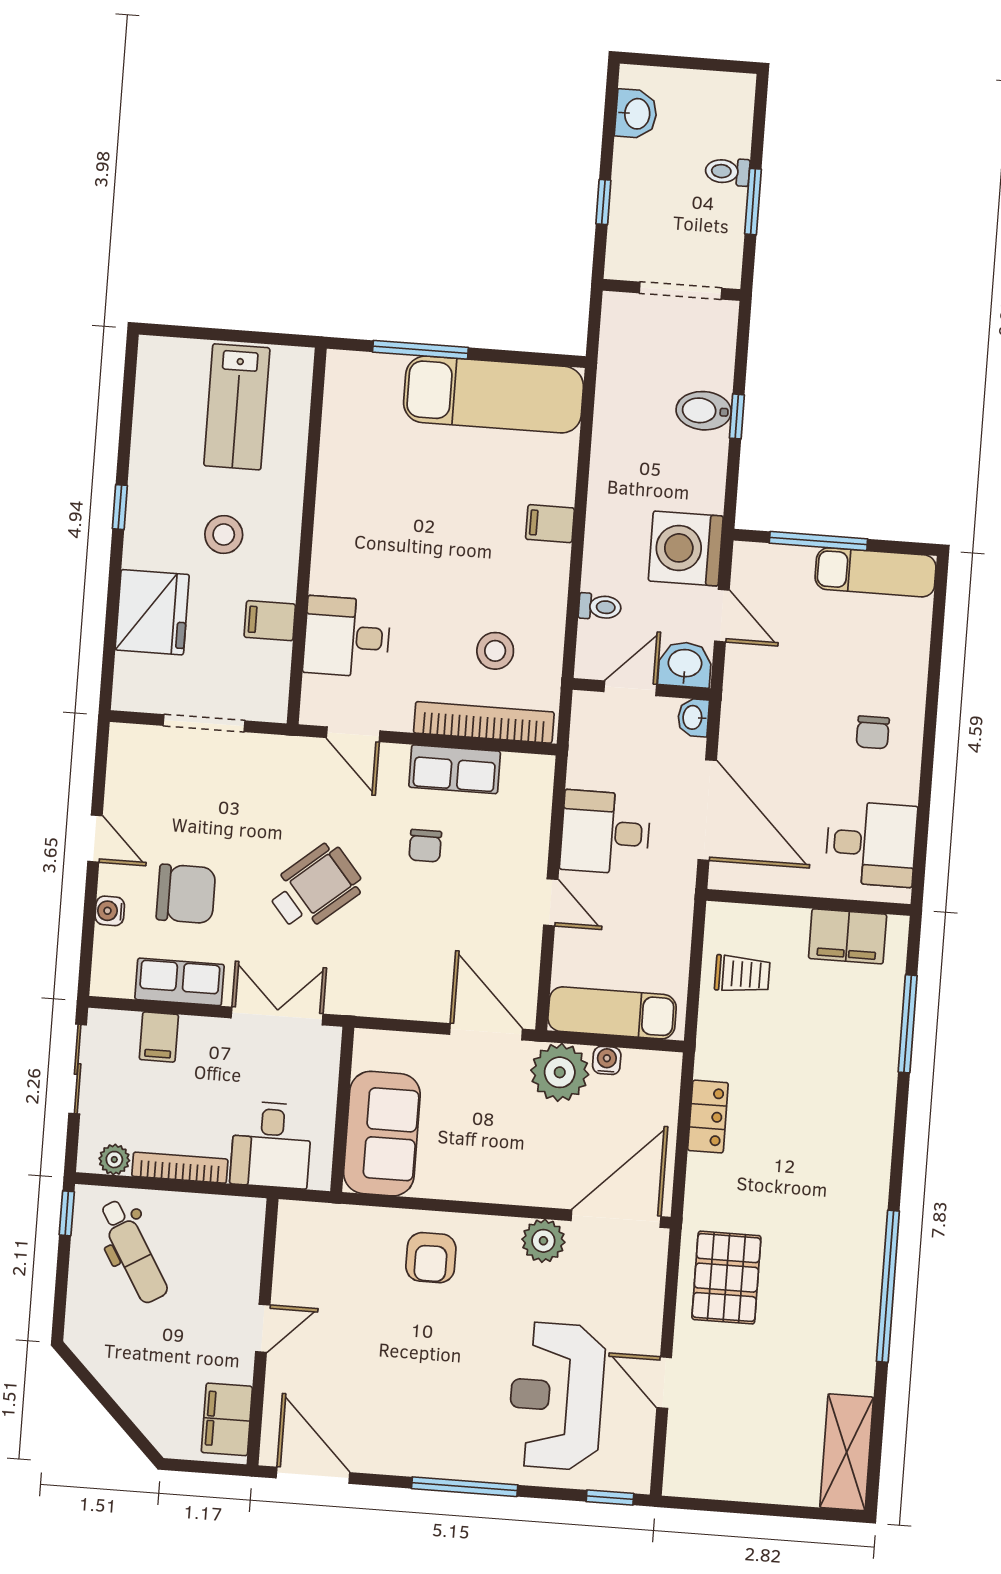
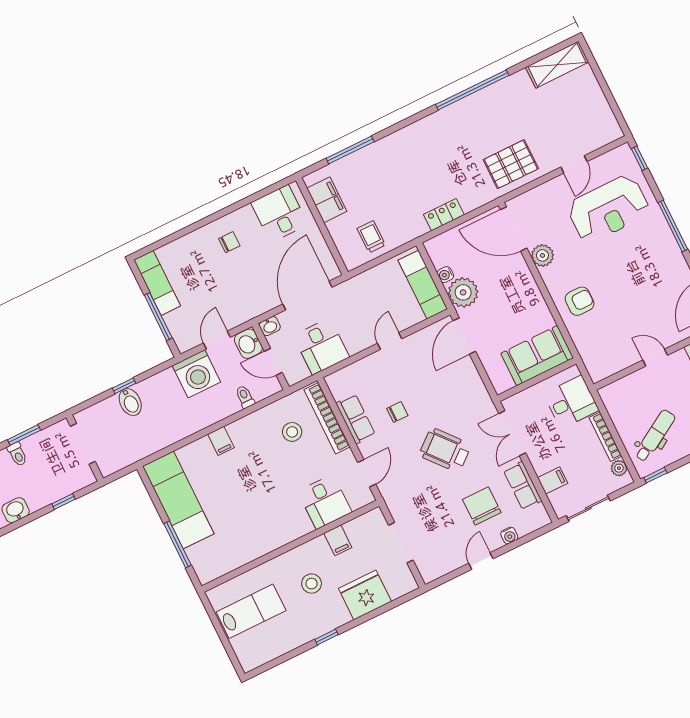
desk: (605, 832) -> (321, 346), moved

